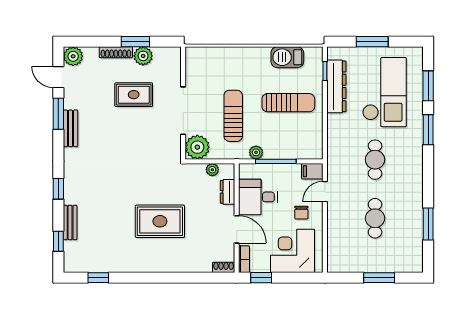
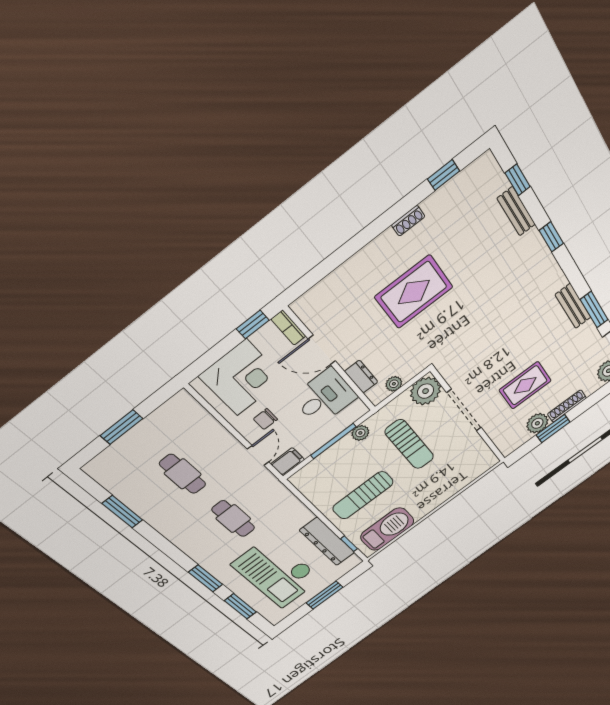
barbecue: (287, 57) -> (387, 529), width x1.37, depth x1.21
chair: (301, 213) -> (265, 419), turned -90
shoe rack: (224, 267) -> (408, 221), moved

